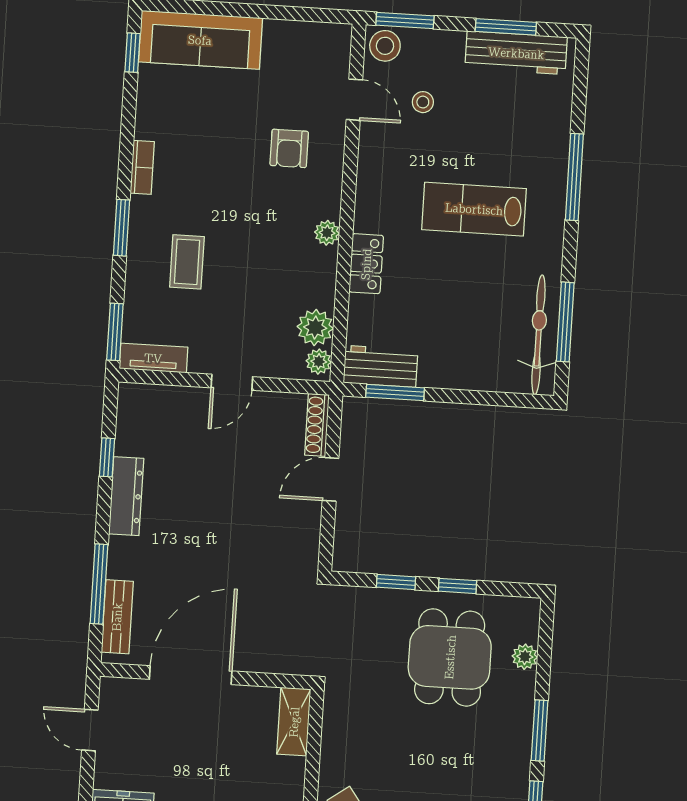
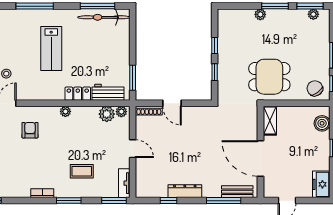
armchair: (289, 148) -> (30, 130), turned -90
workbench: (381, 366) -> (108, 92), moved, turned 90
dining table: (450, 657) -> (269, 77), moved
plant: (525, 657) -> (260, 14), moved
shelving: (294, 722) -> (270, 121), moved, turned 90

